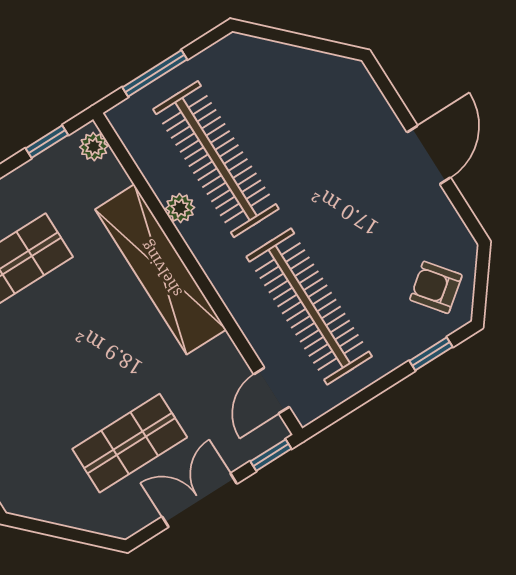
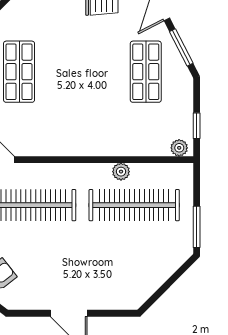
window: (155, 73) -> (197, 227), moved
shelving: (161, 269) -> (96, 142), removed

